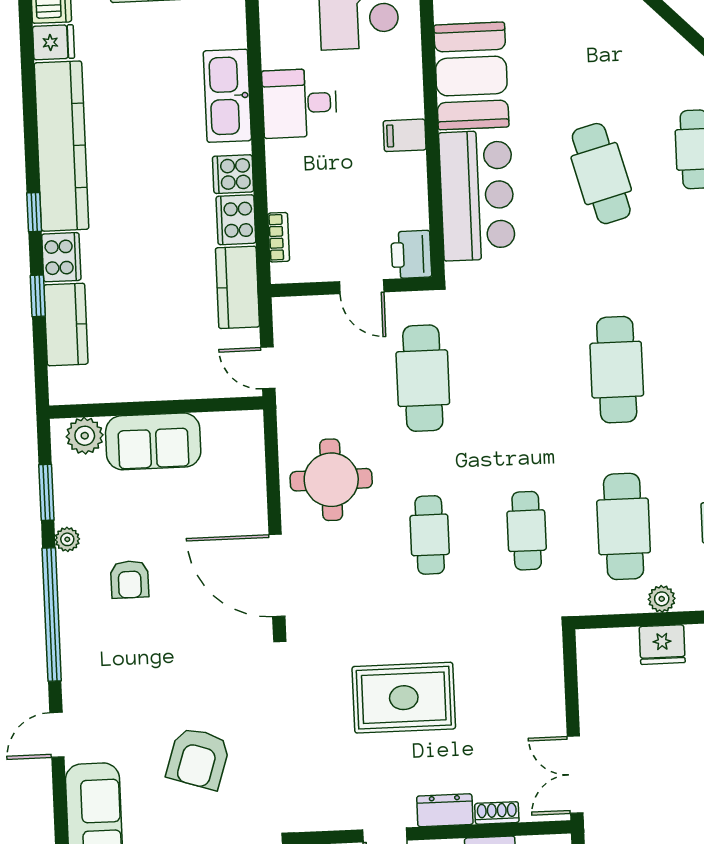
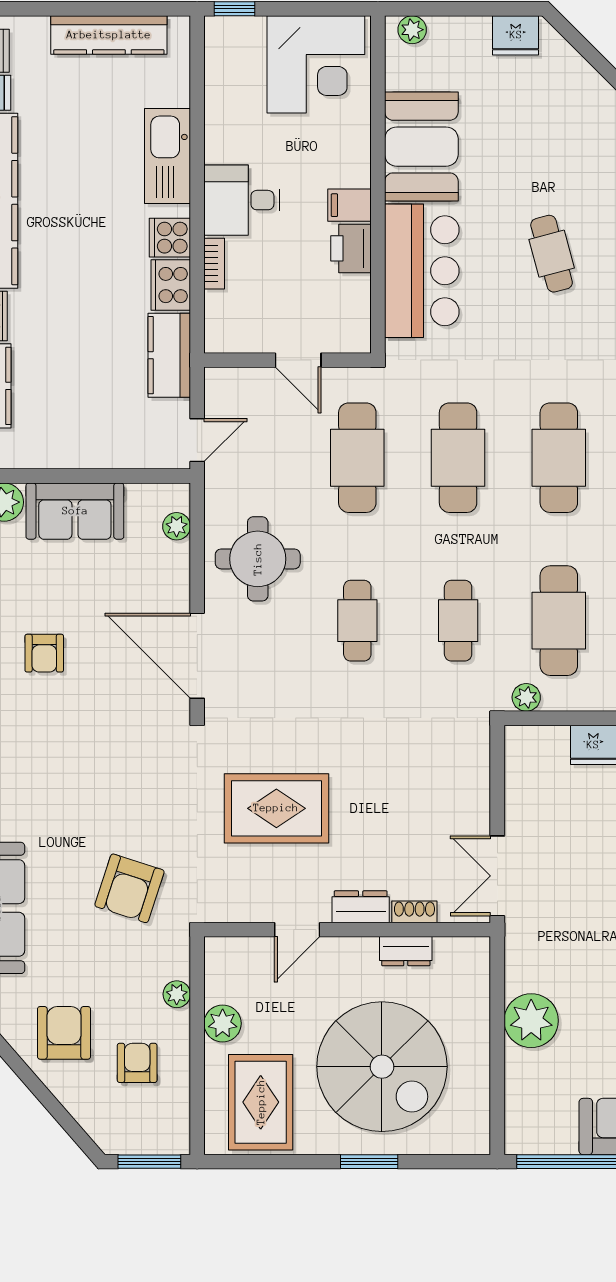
desk: (299, 103) -> (242, 200), moved
cafe table: (601, 174) -> (552, 254), width x0.73, depth x0.74
bookcase: (279, 237) -> (214, 264), moved
printer: (411, 254) -> (351, 248), moved
door: (268, 368) -> (197, 440), swing flipped
cafe table: (520, 374) -> (458, 458), added
plant: (252, 452) -> (177, 526), added
plant: (662, 599) -> (526, 697), moved
rug: (404, 698) -> (276, 808), moved
armchair: (198, 758) -> (129, 888), moved

